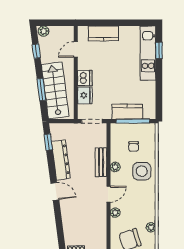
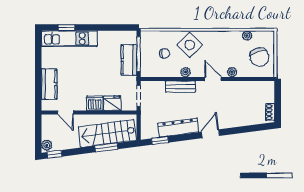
window: (36, 51) -> (55, 154), moved
side table: (142, 171) -> (190, 45), turned 45

